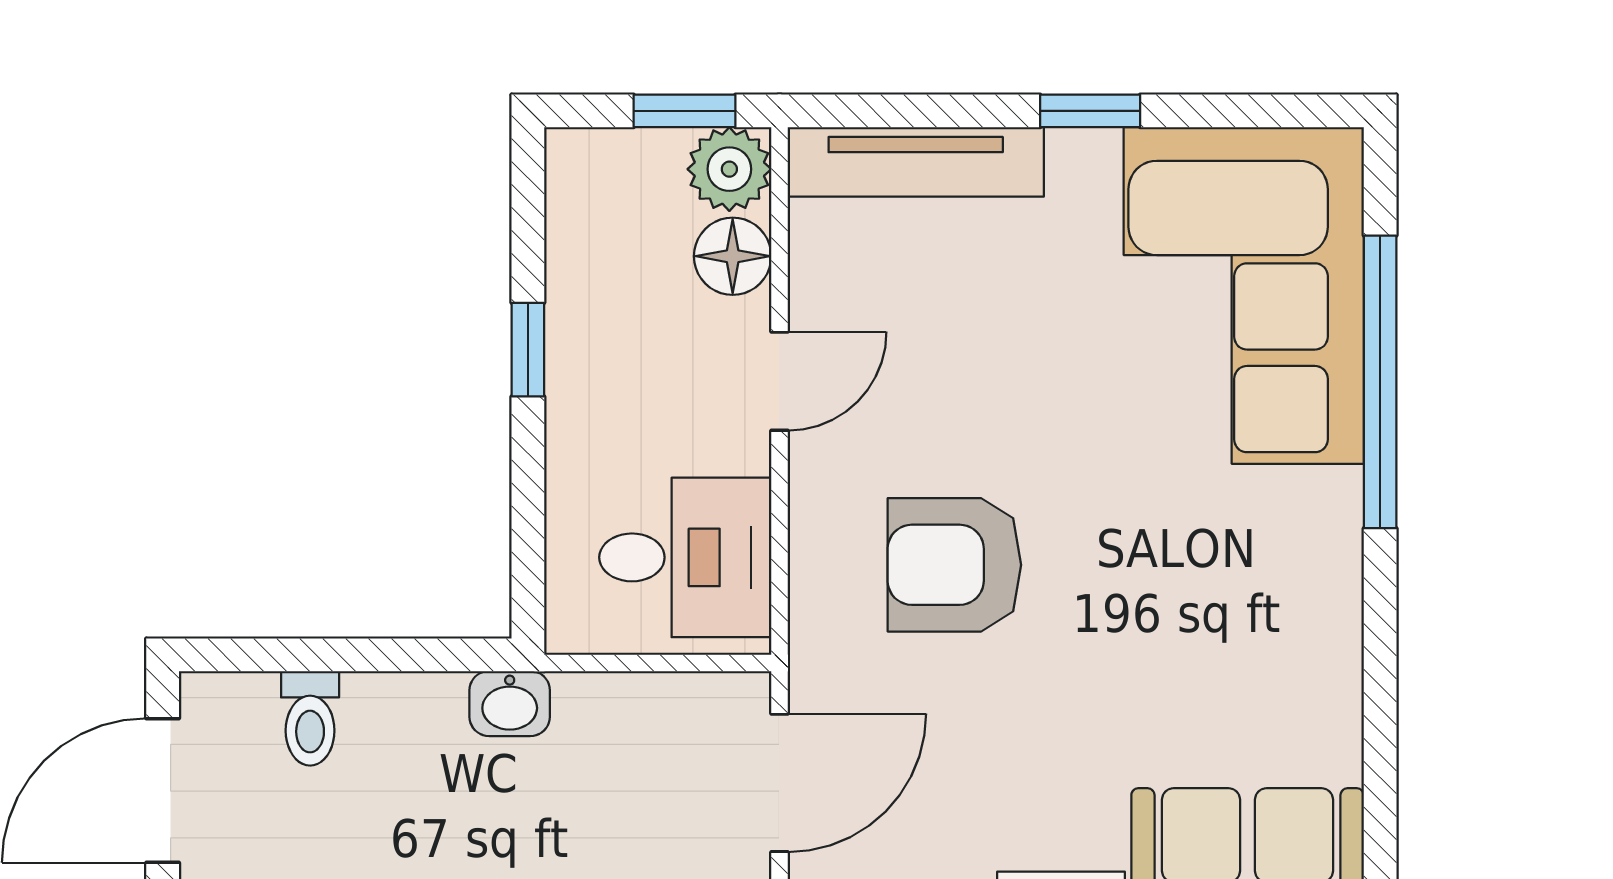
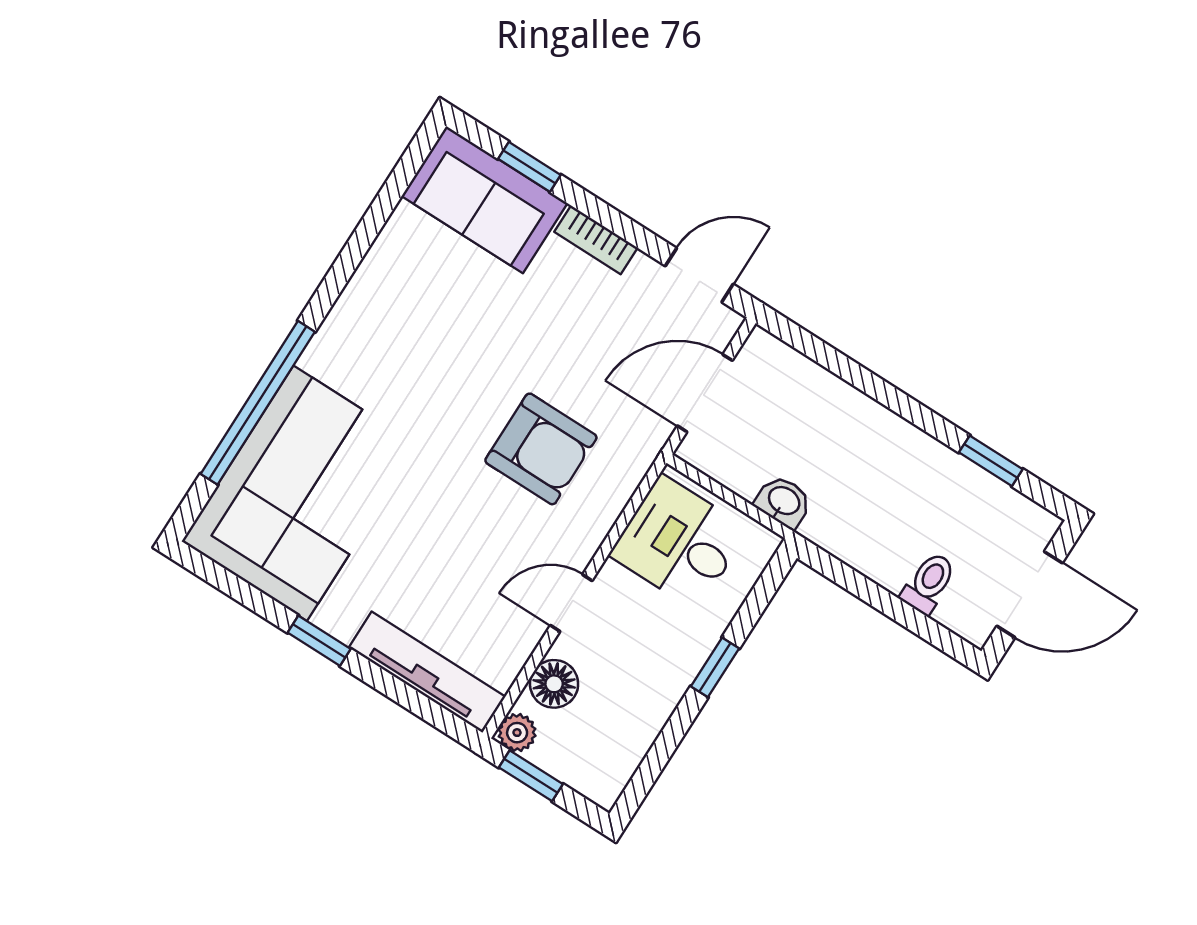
plant: (729, 169) -> (517, 733), width x0.73, depth x0.73
window: (528, 350) -> (715, 667), moved
washbasin: (510, 704) -> (784, 502), moved

